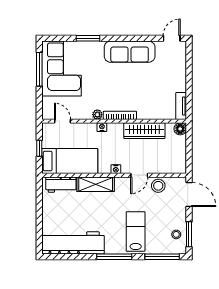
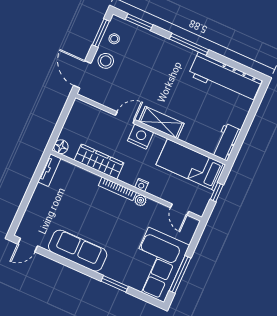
nightstand: (116, 169) -> (141, 137), width x1.89, depth x1.79
shelving: (96, 184) -> (161, 123), moved
workbench: (61, 185) -> (226, 142), moved, turned -90
stool: (158, 186) -> (106, 61), moved
lab bench: (136, 231) -> (155, 61), removed
window: (162, 257) -> (139, 22), width x0.69

